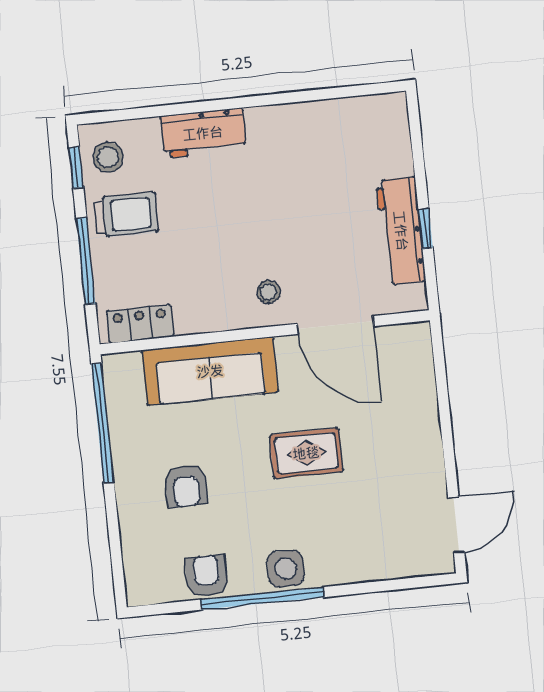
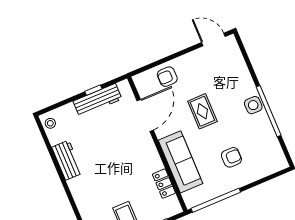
workbench: (203, 133) -> (67, 160), moved
stool: (268, 292) -> (50, 123), moved
locker: (140, 324) -> (164, 184), moved
armchair: (206, 576) -> (167, 77), moved

